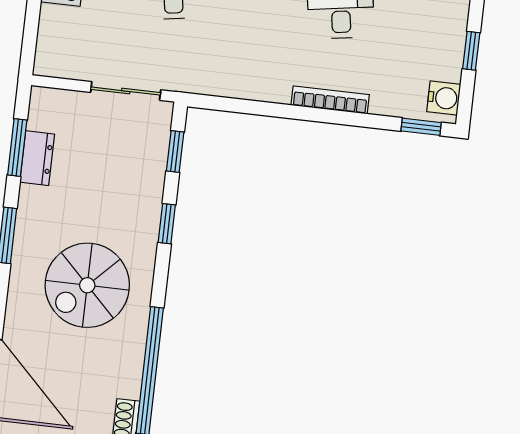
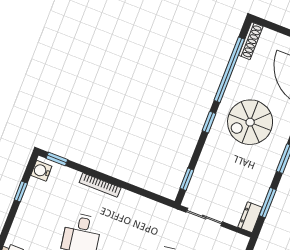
dresser: (37, 158) -> (250, 217), moved
window: (167, 224) -> (209, 122), moved
spiral stairs: (87, 285) -> (250, 122), turned 180

